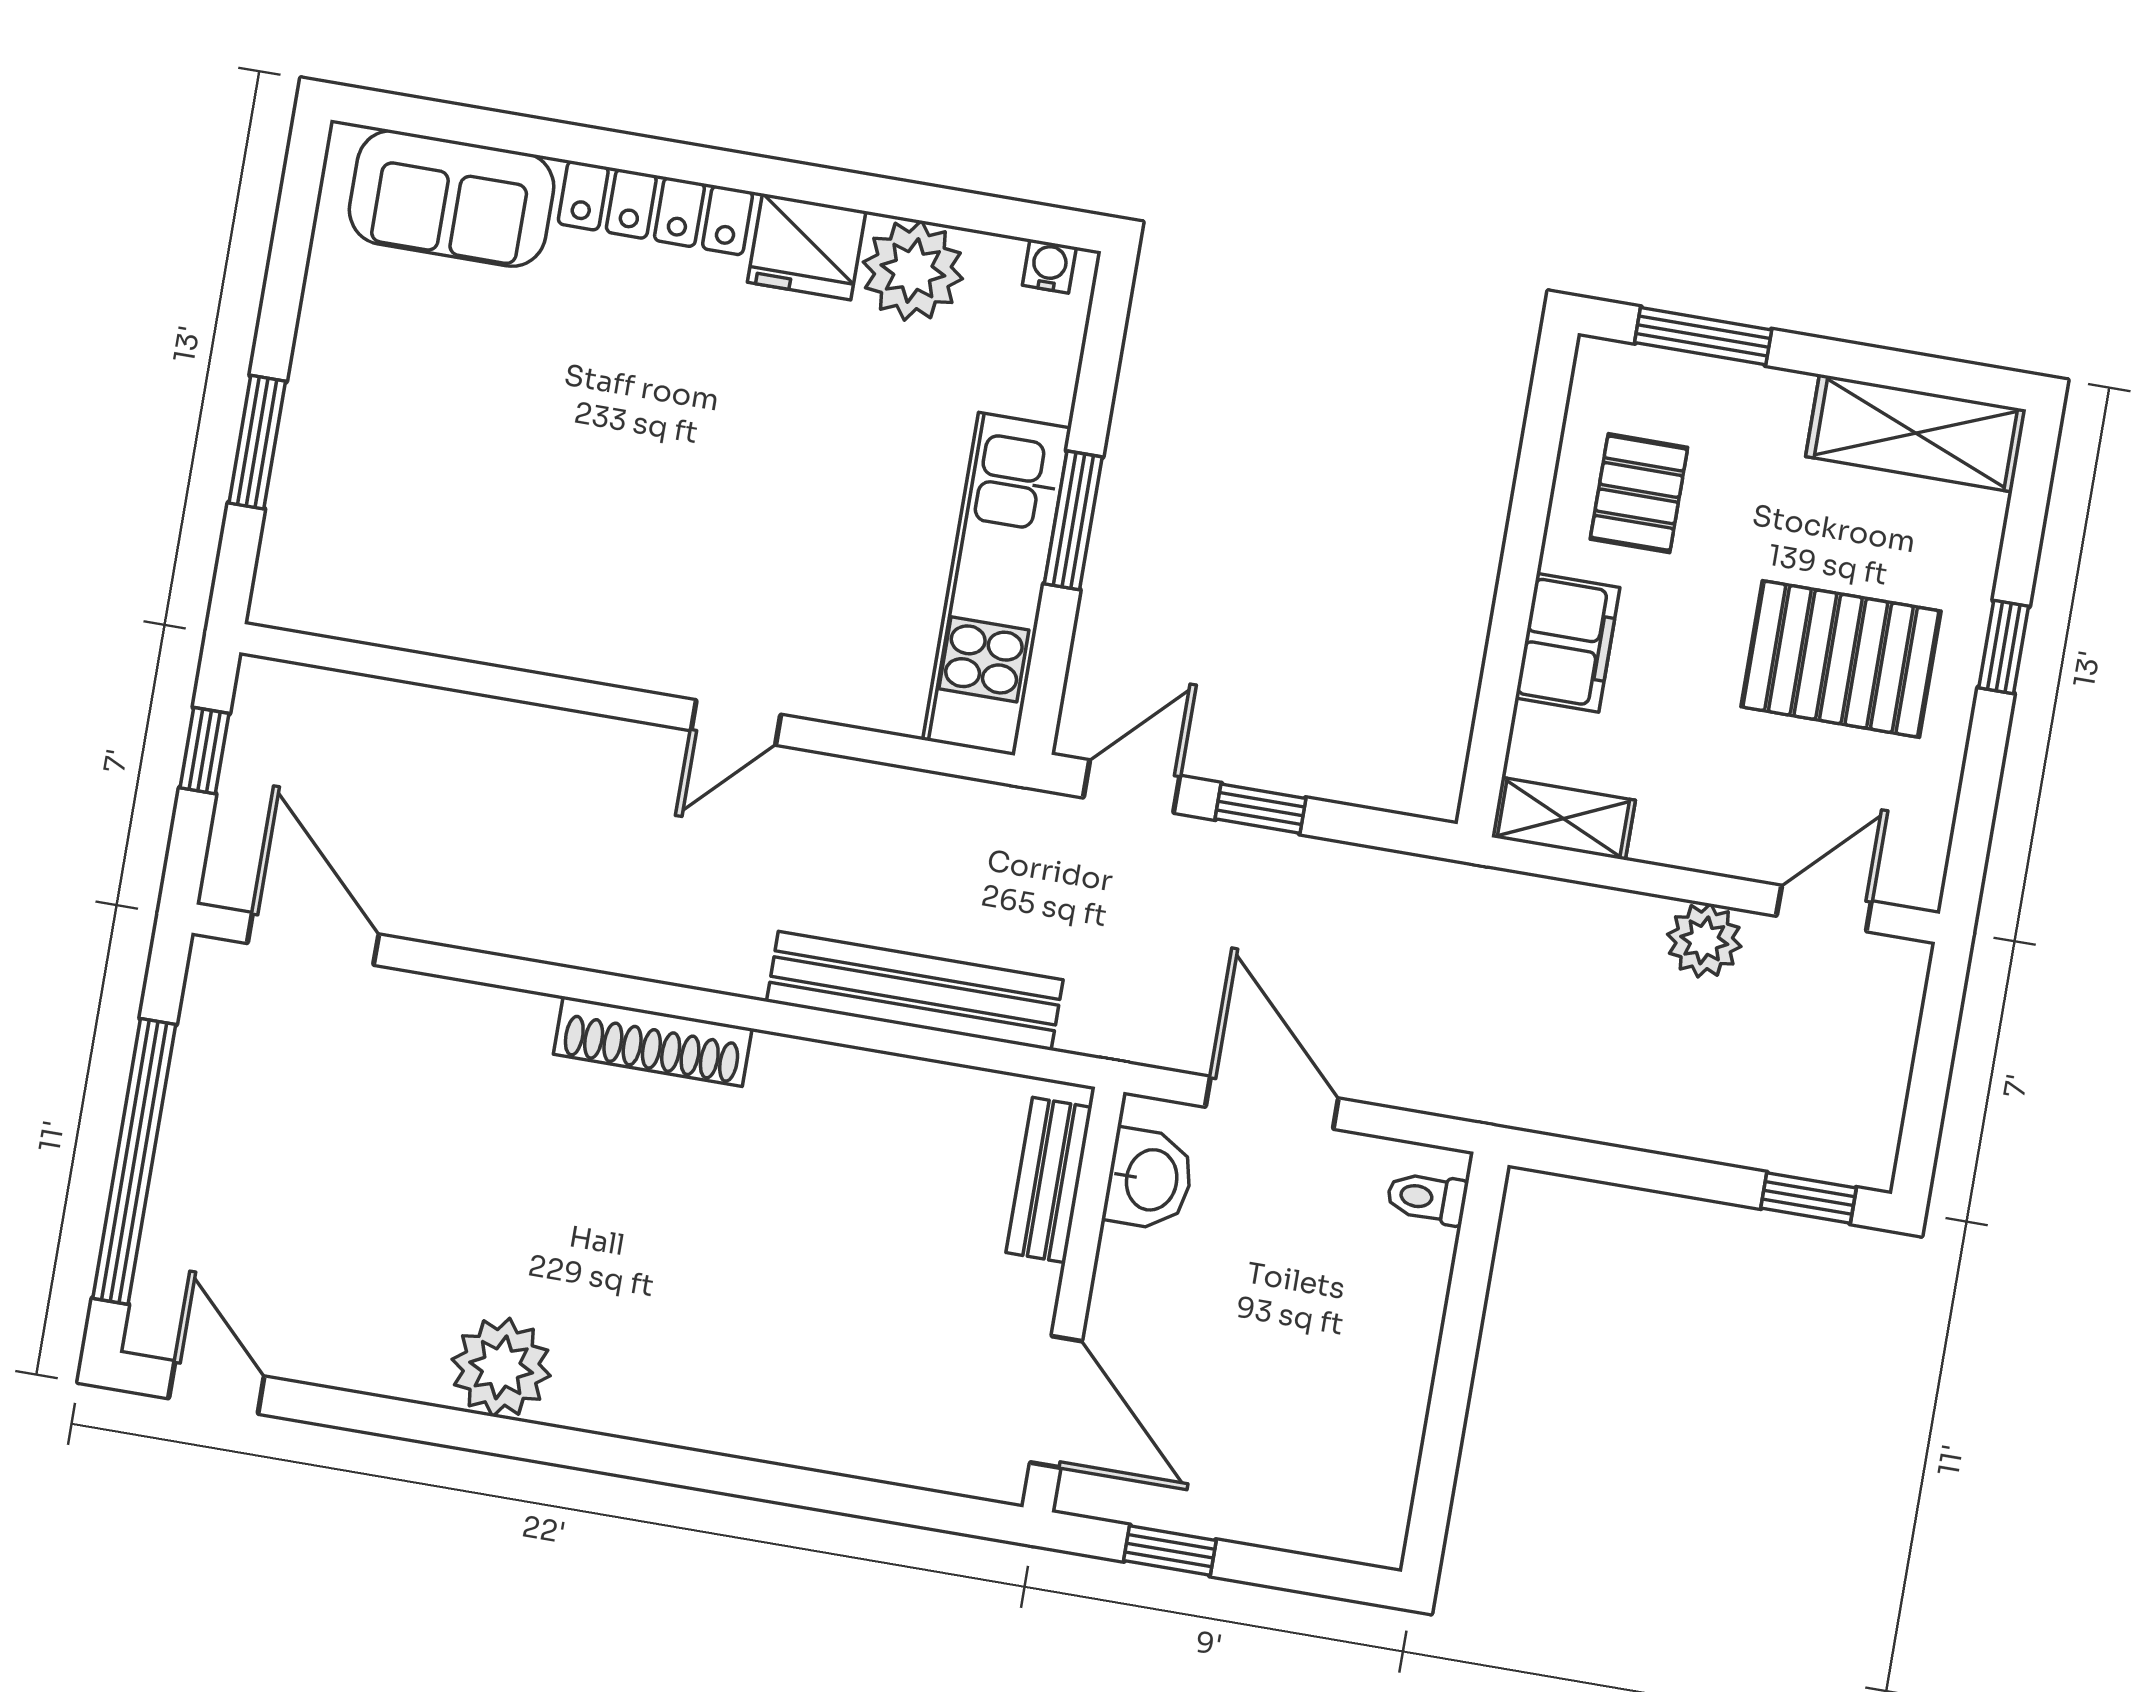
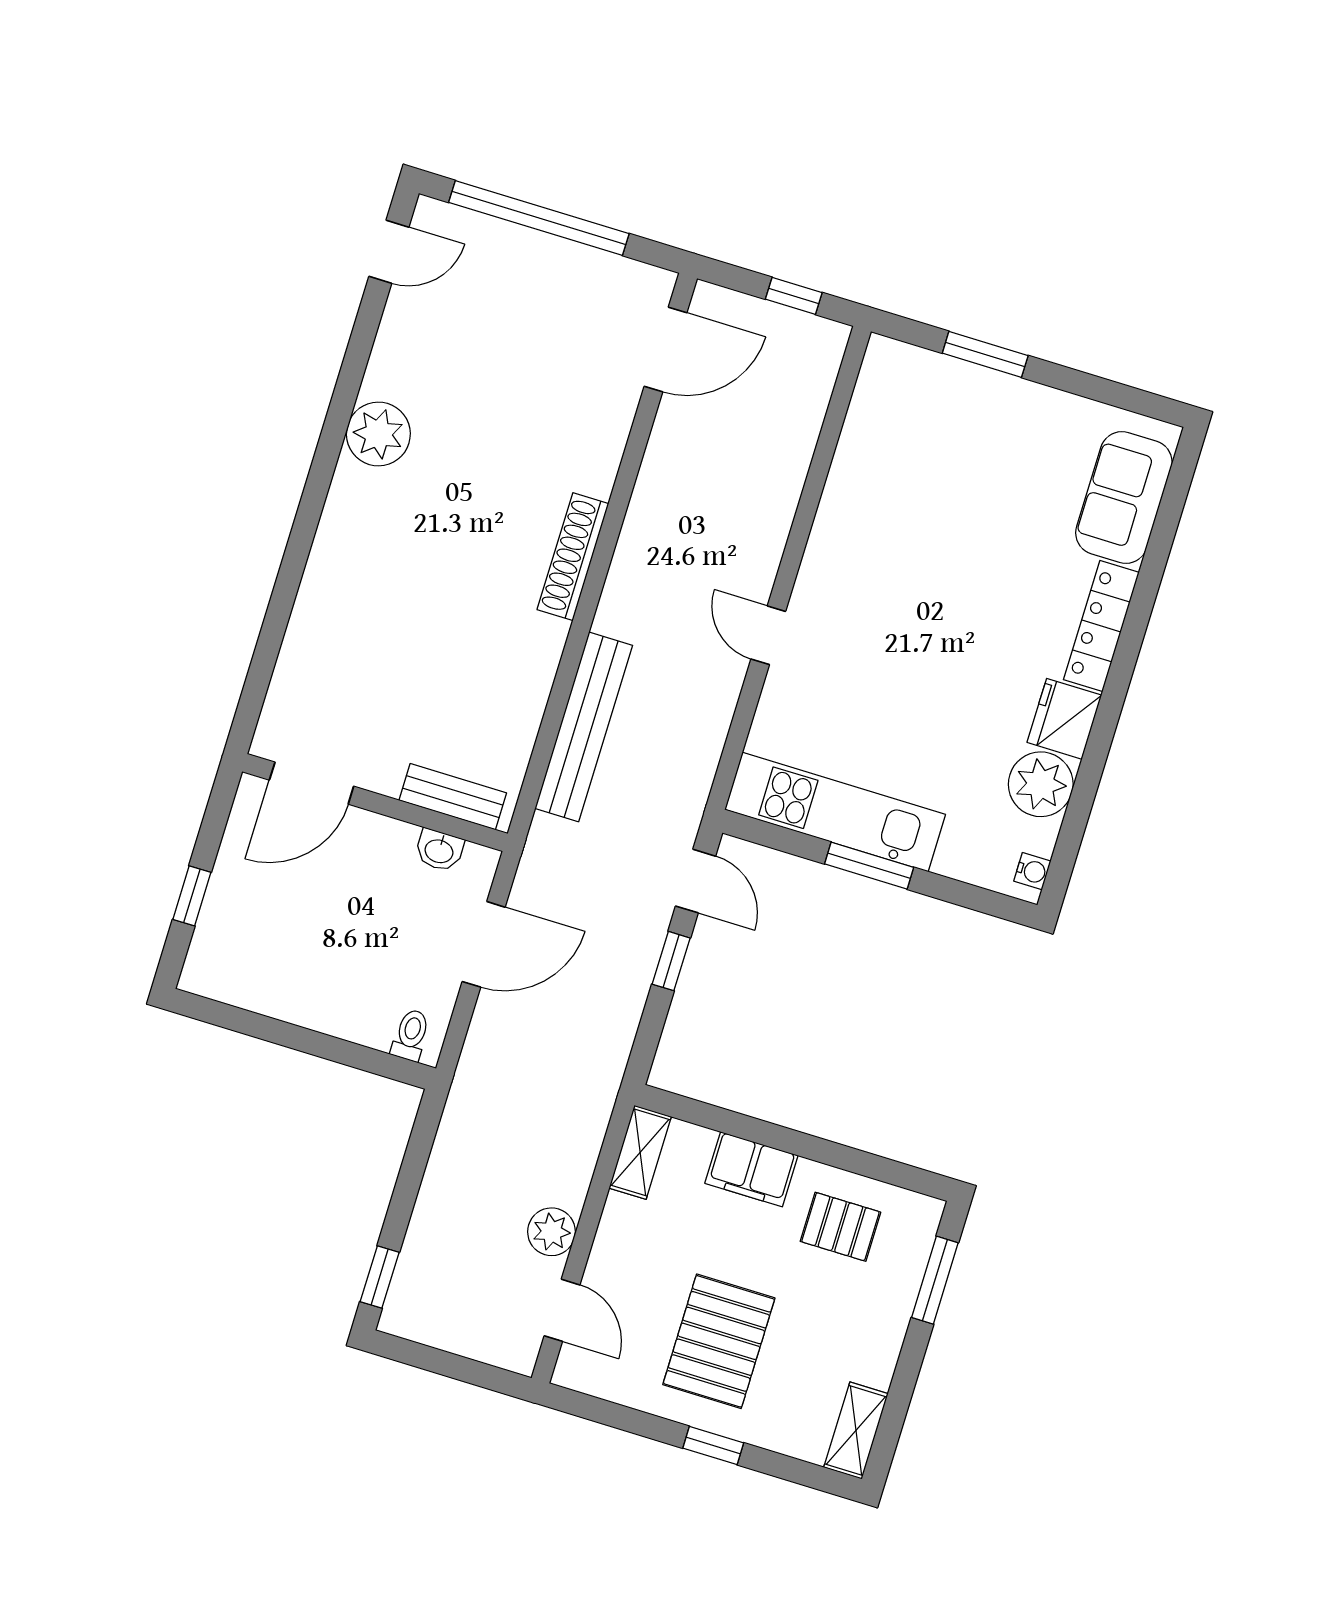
shelving: (1916, 433) -> (856, 1431), width x0.67, depth x0.75
washbasin: (1149, 1179) -> (439, 850), width x0.72, depth x0.69
window: (1170, 1550) -> (192, 896), moved

